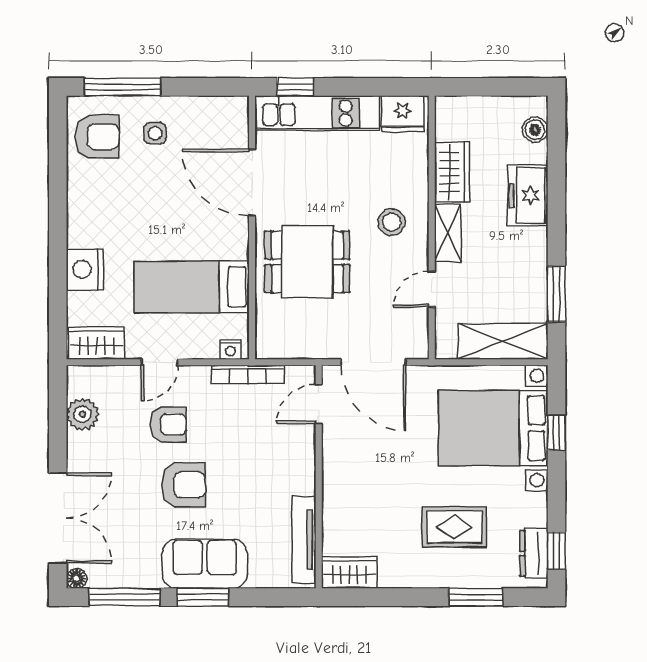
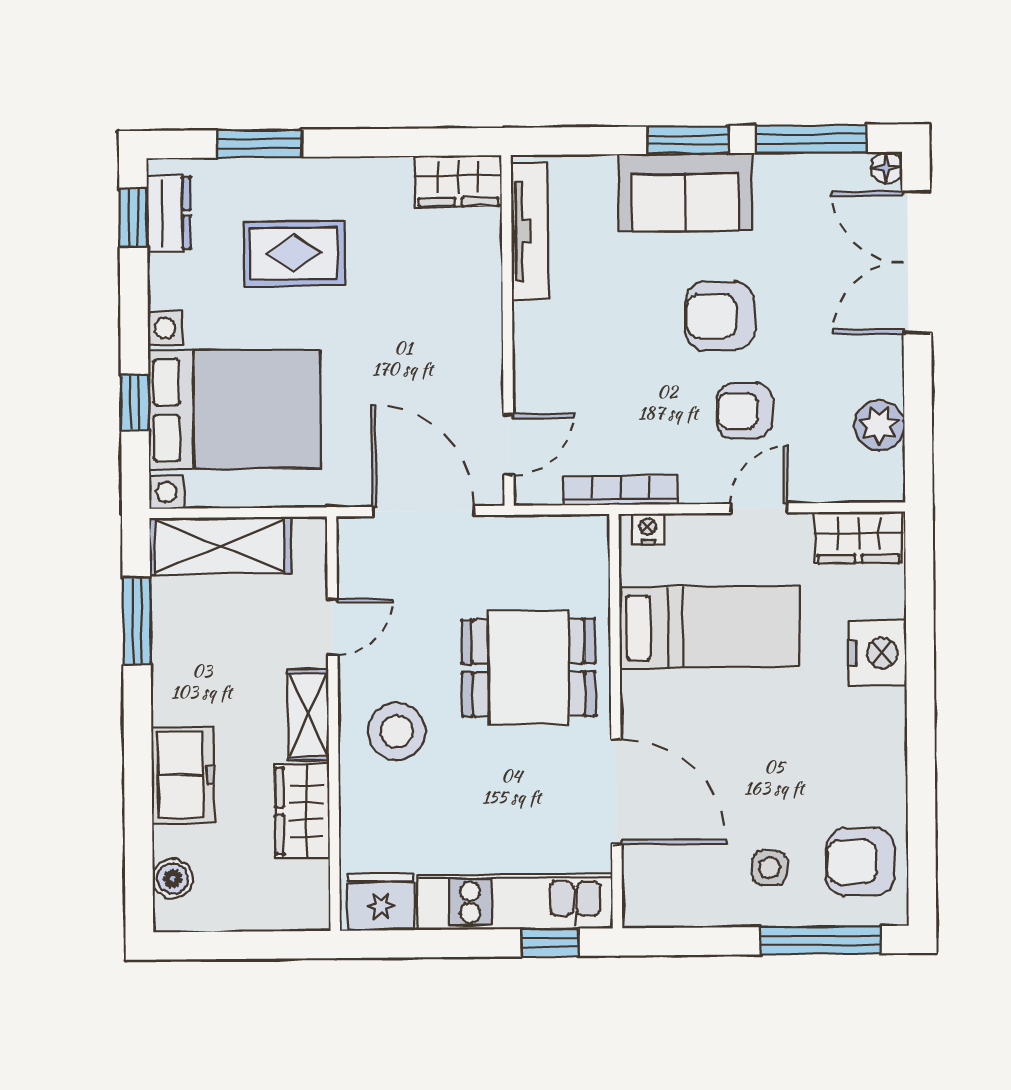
stool: (392, 222) -> (397, 731), width x1.38, depth x1.38

